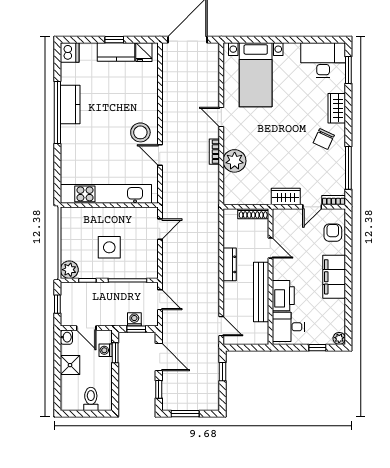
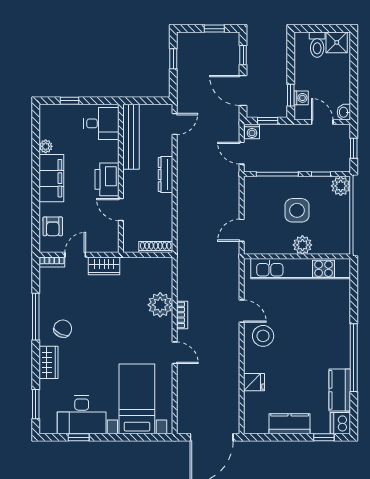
window: (114, 40) -> (324, 437), moved
window: (309, 40) -> (79, 437), added
fridge: (144, 52) -> (254, 382), moved, turned 90
desk: (323, 60) -> (82, 415), moved
kitchen counter: (70, 104) -> (340, 390), moved
window: (348, 168) -> (36, 317), moved
shoe rack: (253, 214) -> (156, 247), moved
plant: (104, 216) -> (302, 245), added
dresser: (230, 264) -> (165, 175), moved
bench: (261, 292) -> (131, 137), moved
printer: (283, 296) -> (107, 179), moved
washing machine: (134, 319) -> (252, 132), moved
door: (221, 326) -> (175, 124), swing flipped
plant: (339, 338) -> (46, 146), moved
shower: (70, 365) -> (337, 42), moved
window: (223, 372) -> (173, 59), moved
window: (185, 414) -> (214, 29), width x0.67

